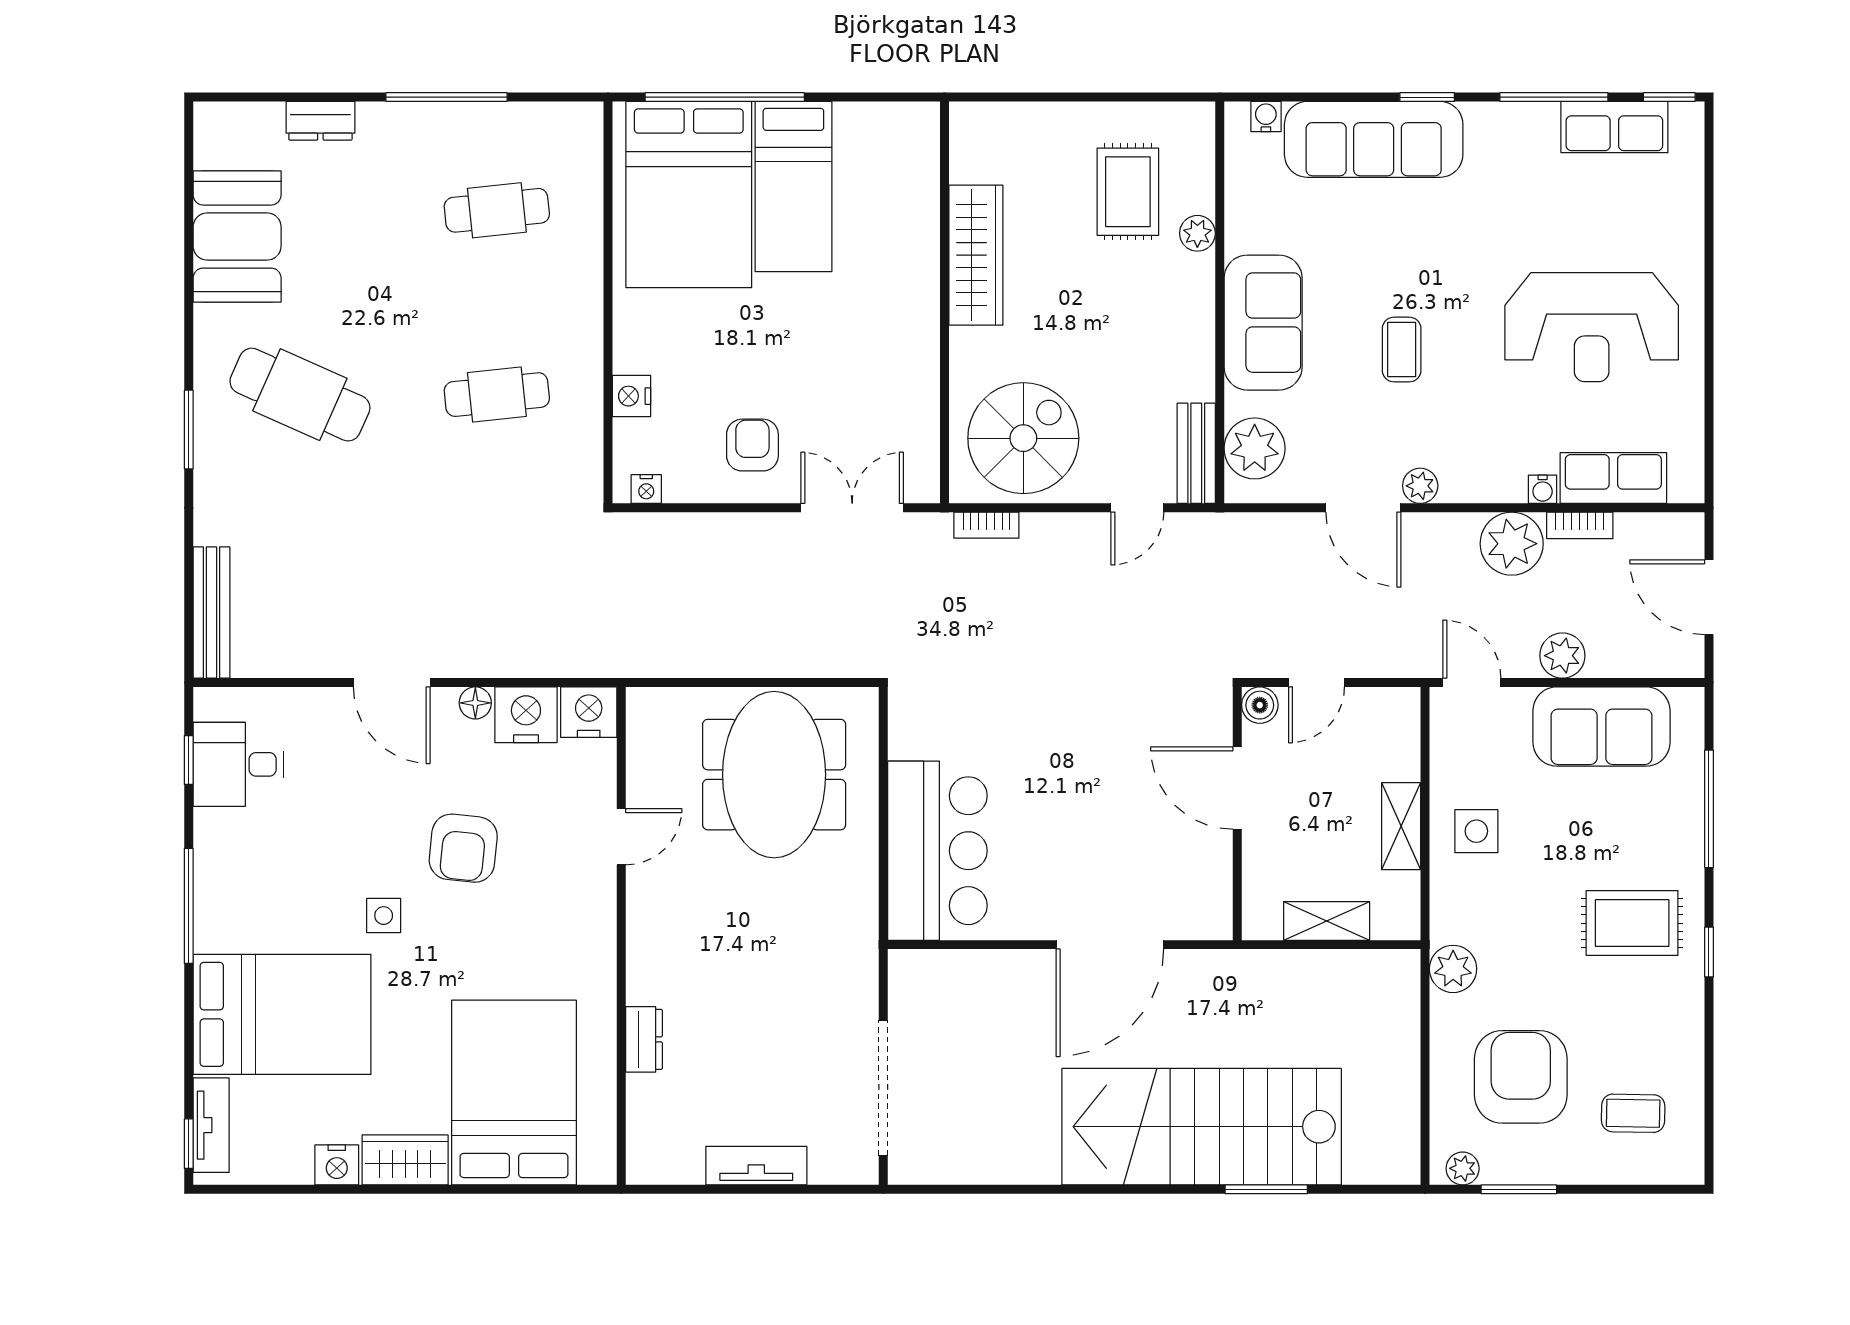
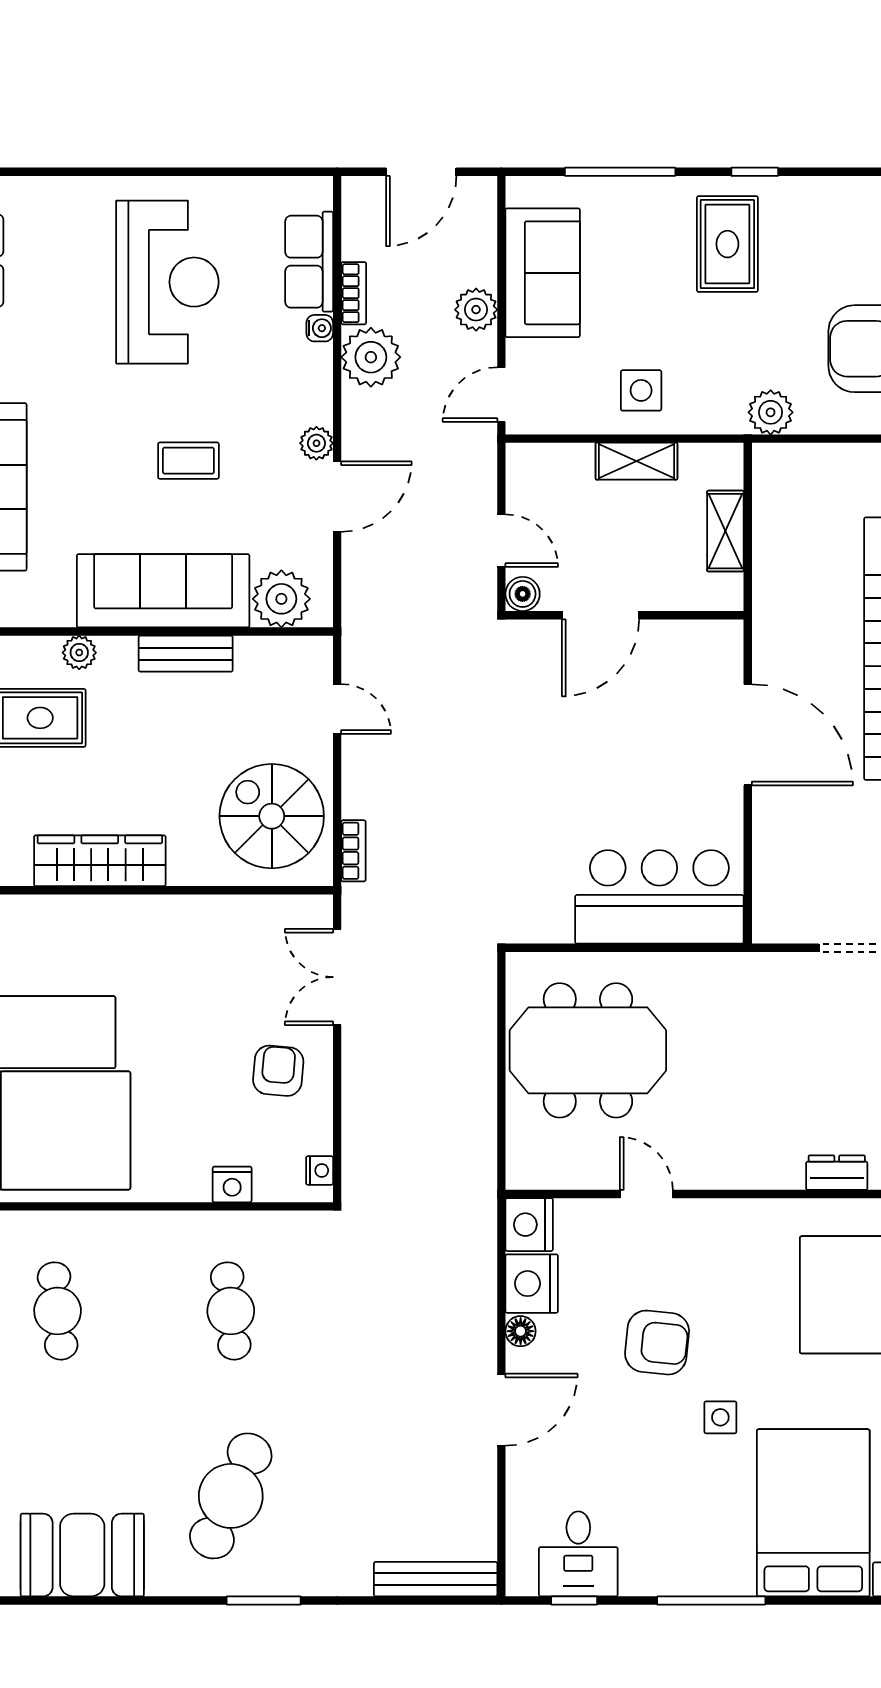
sofa: (1263, 323) -> (163, 591), width x1.36
armchair: (752, 445) -> (278, 1071), turned 95
bench: (1196, 453) -> (186, 654), moved

